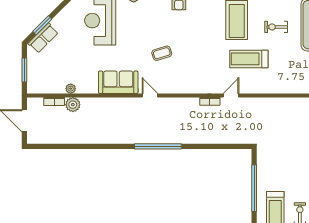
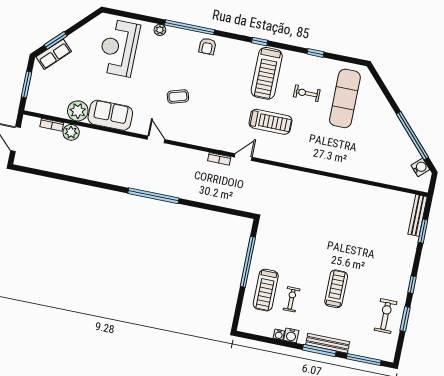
treadmill: (249, 59) -> (270, 122), turned 180
sofa: (118, 82) -> (110, 115), moved
plant: (71, 89) -> (78, 111), width x1.88, depth x1.88

